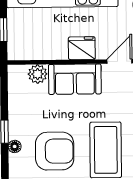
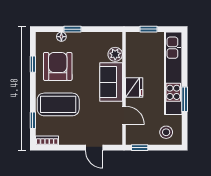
armchair: (55, 151) -> (58, 66), turned 180

